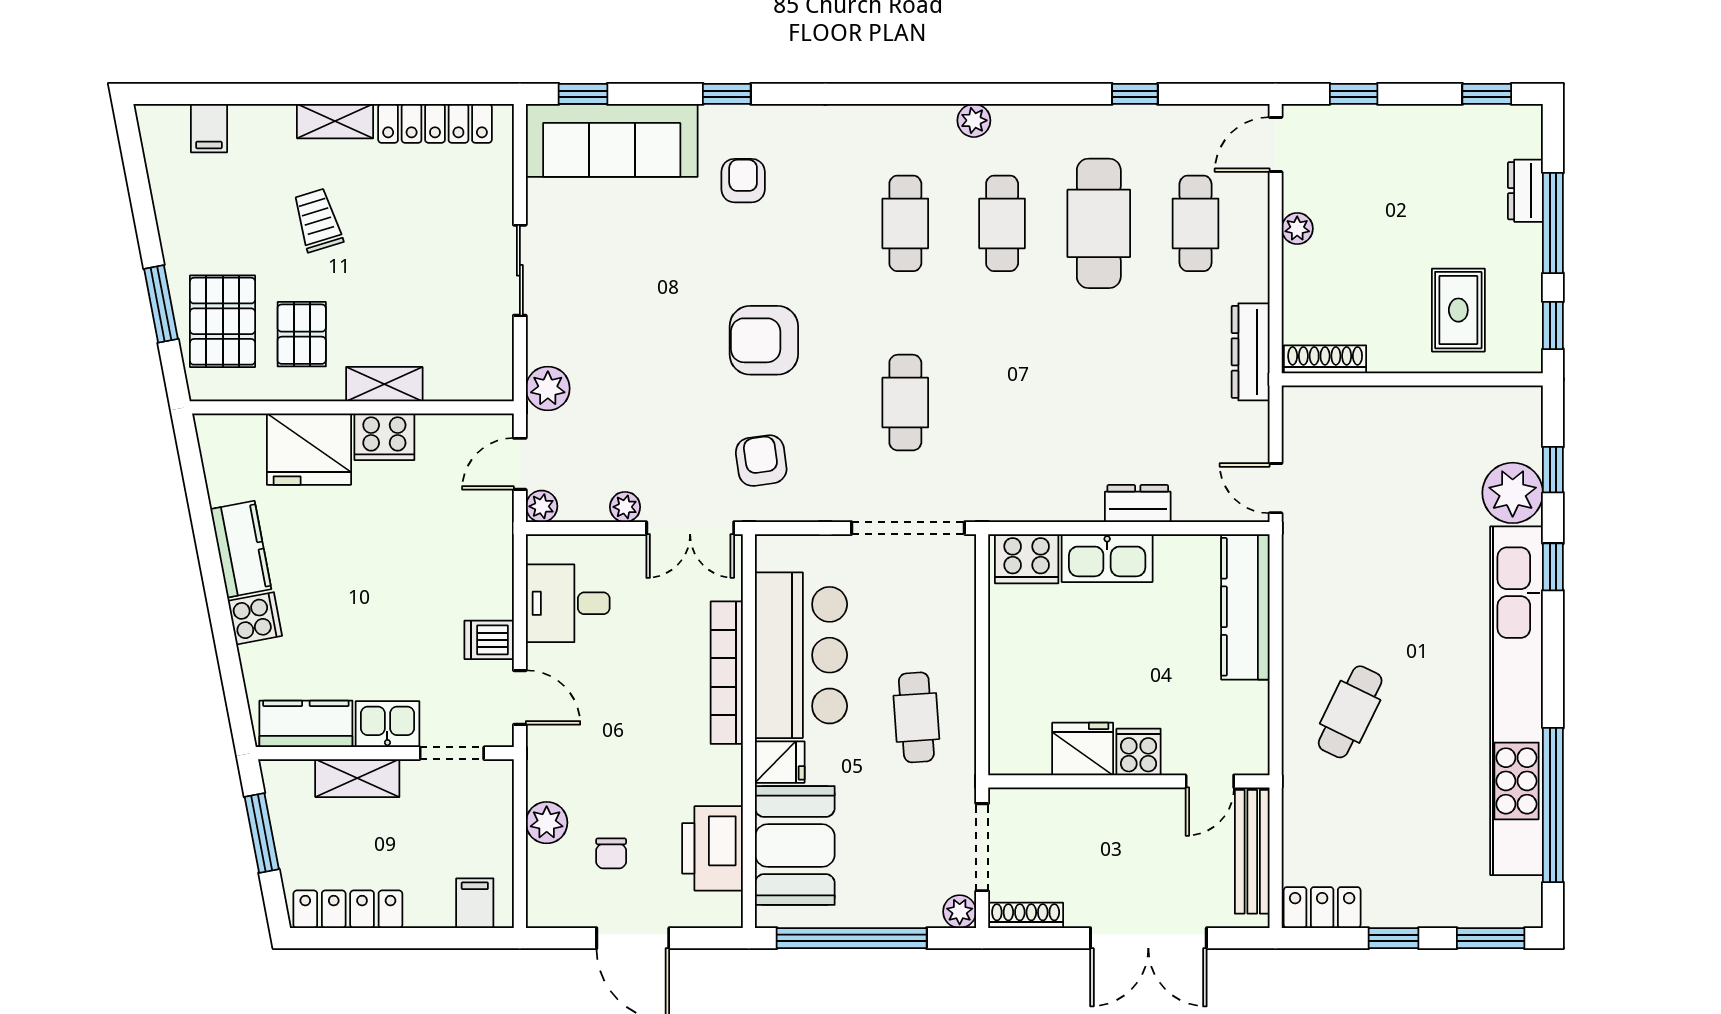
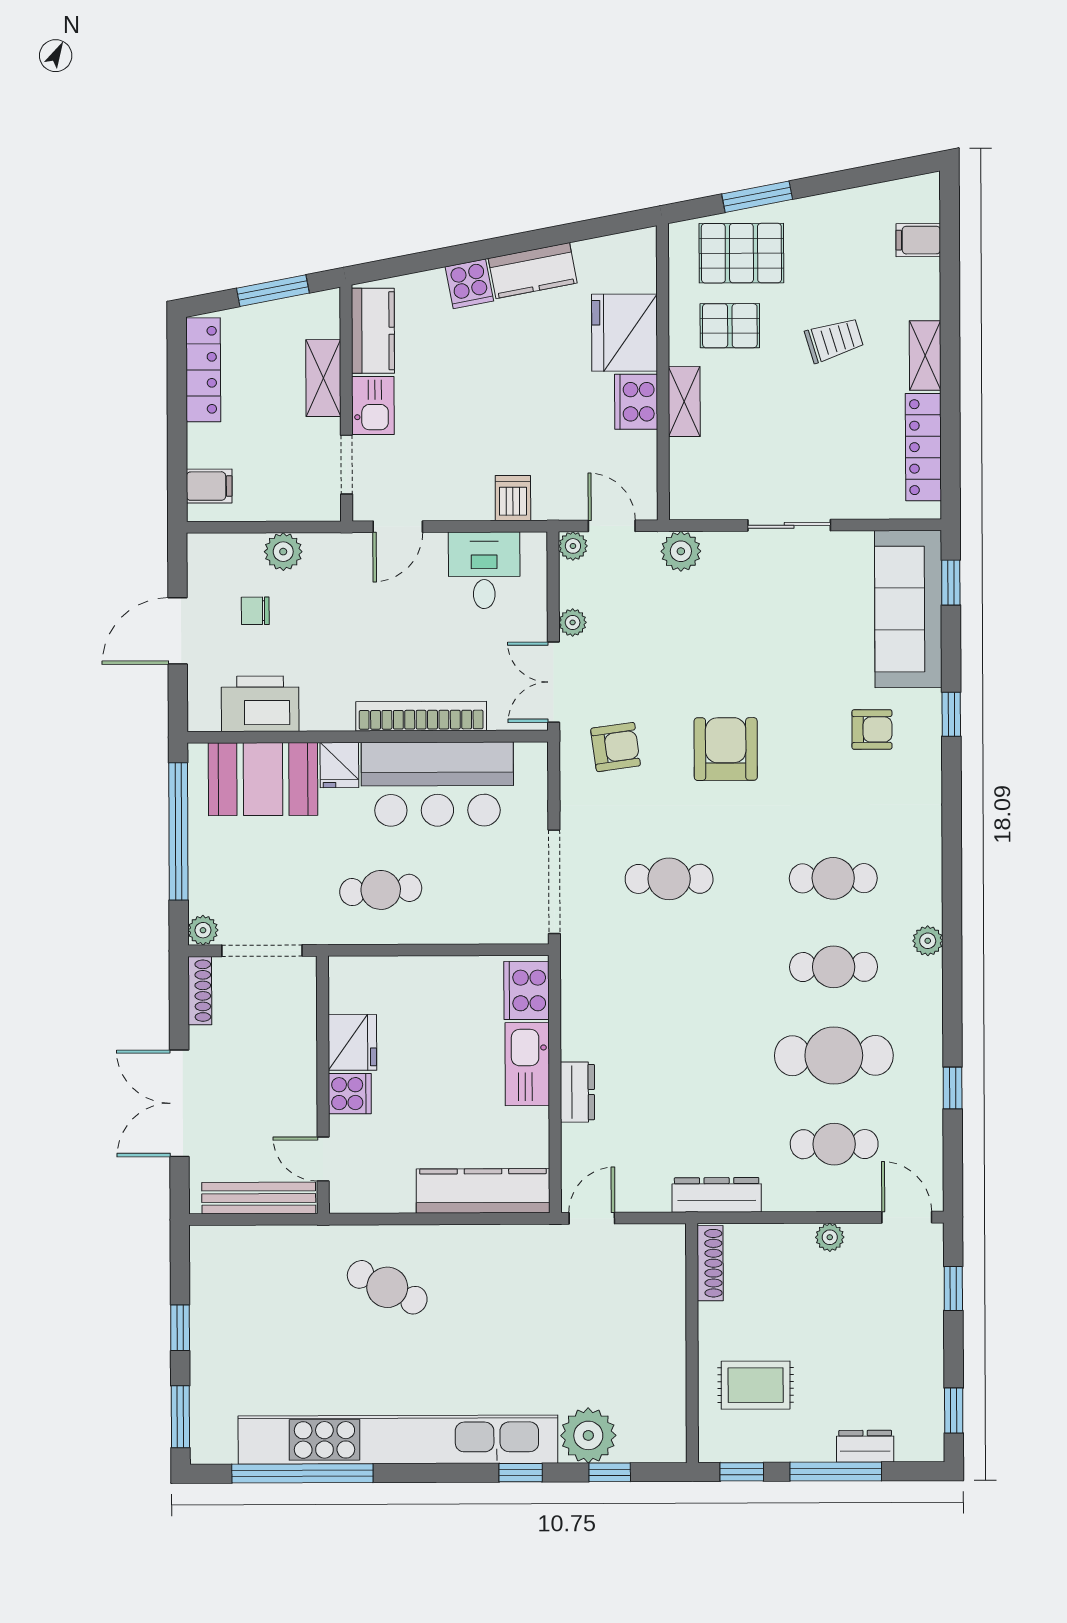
dishwasher: (489, 640) -> (513, 498), moved
locker: (1322, 908) -> (208, 1262), removed

